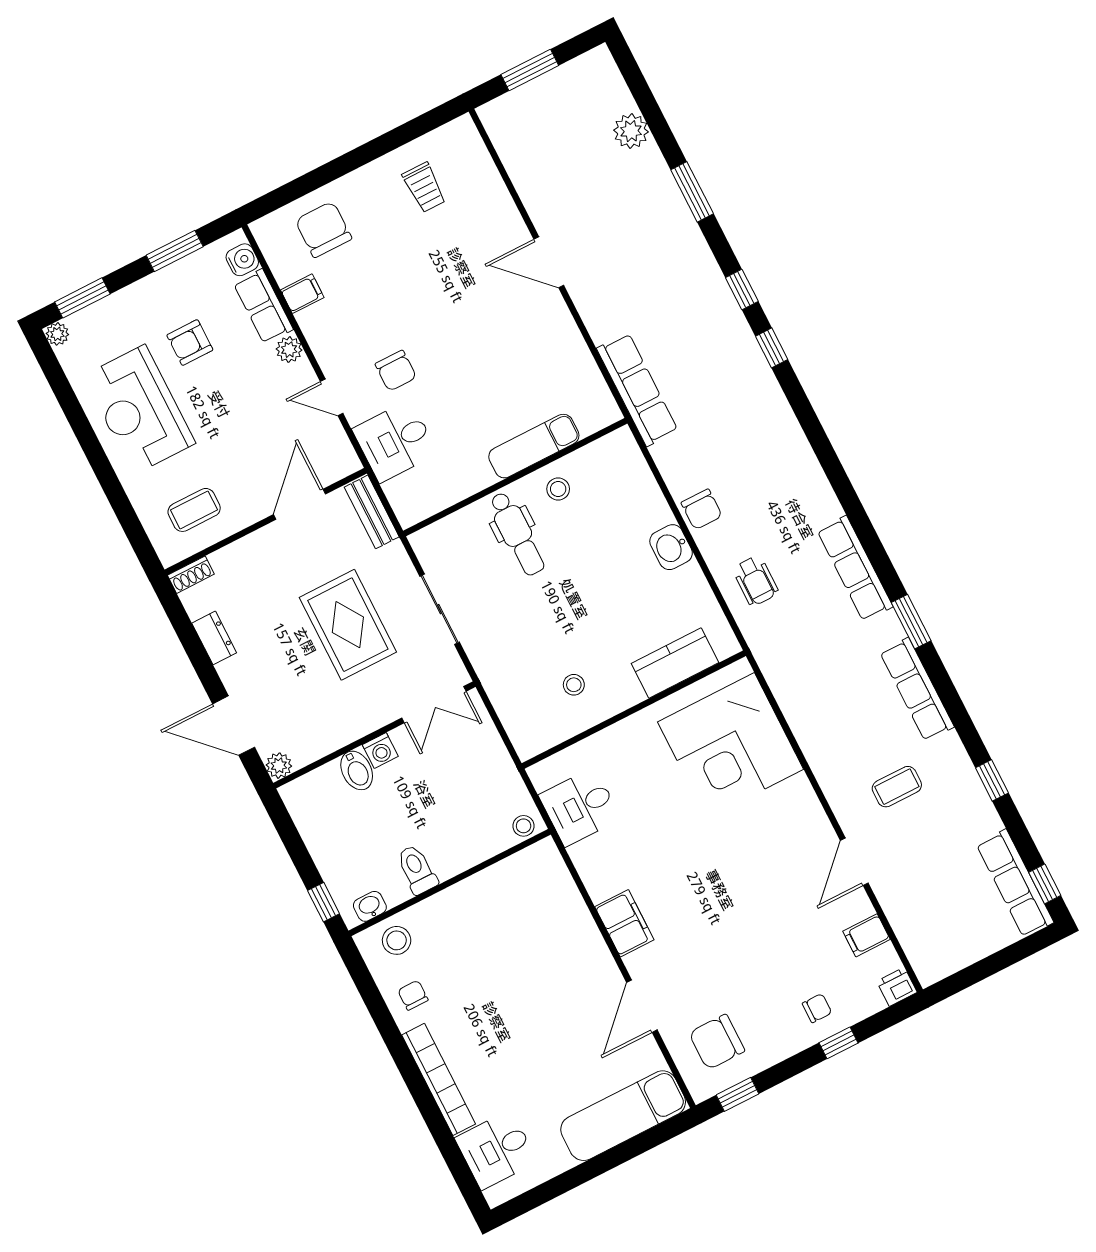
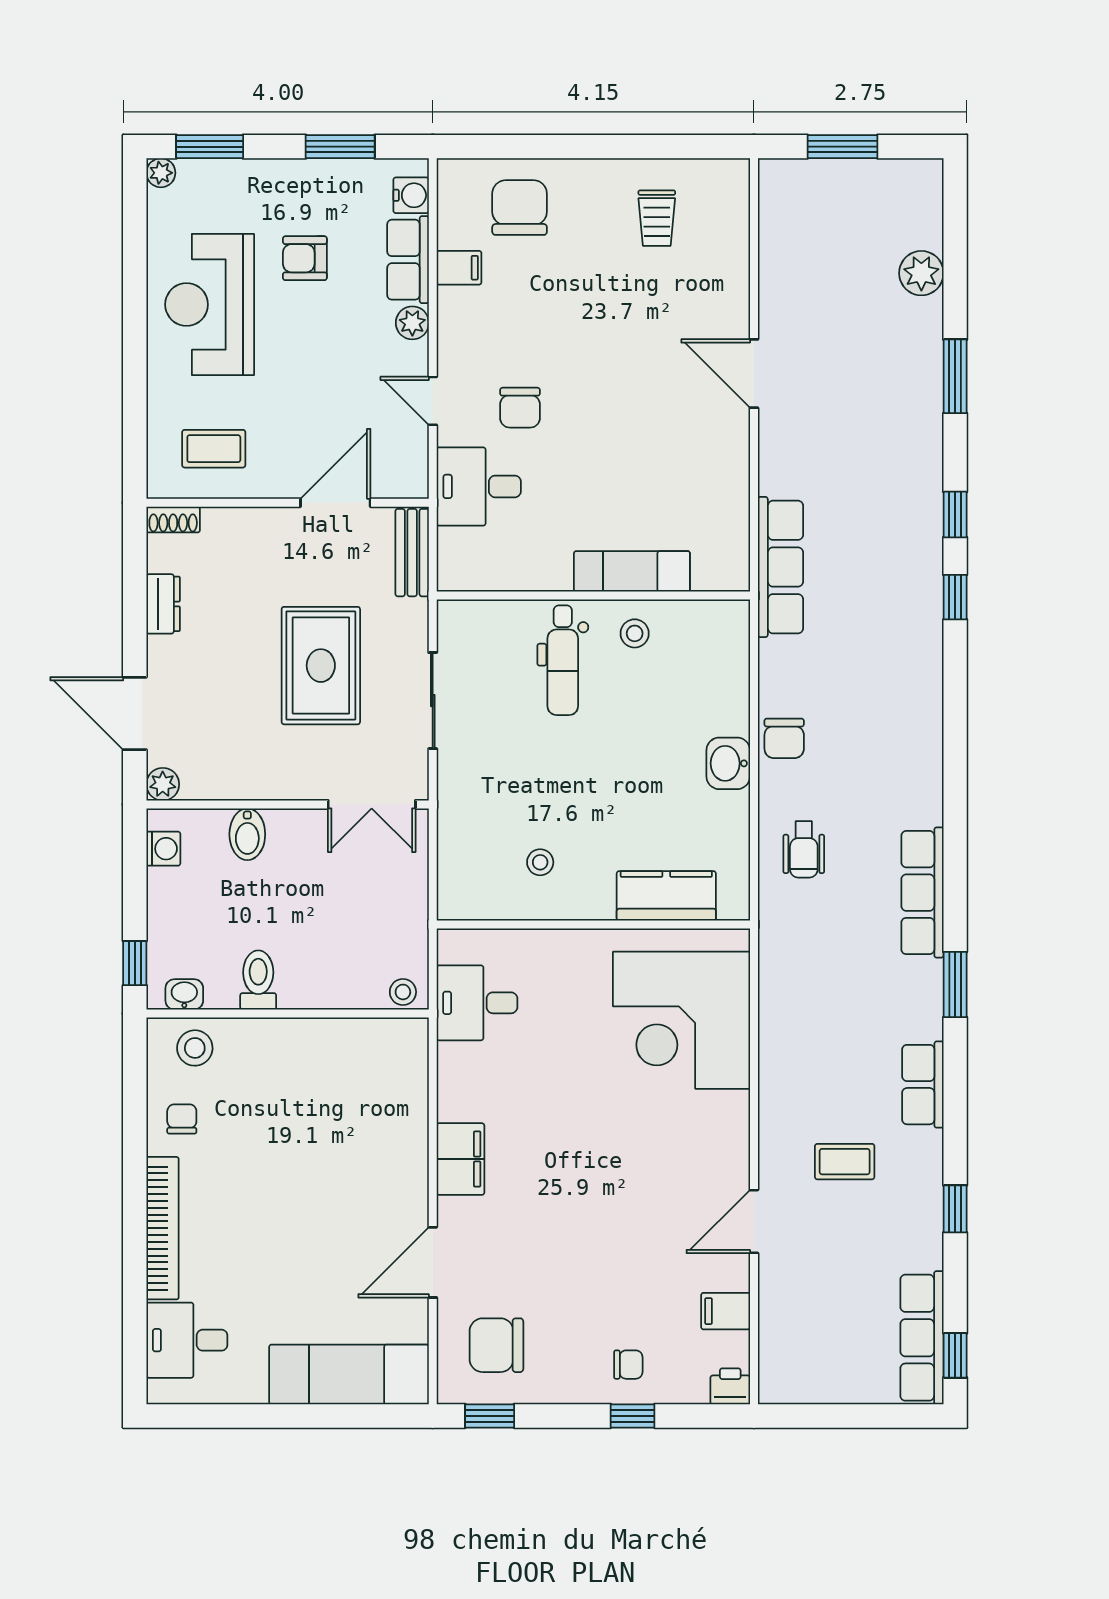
row of seats: (917, 689) -> (923, 1085), width x0.68
washing machine: (380, 750) -> (163, 849), moved, turned -90

